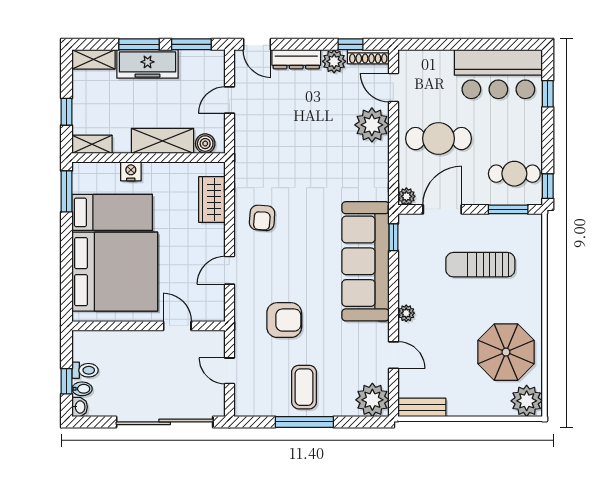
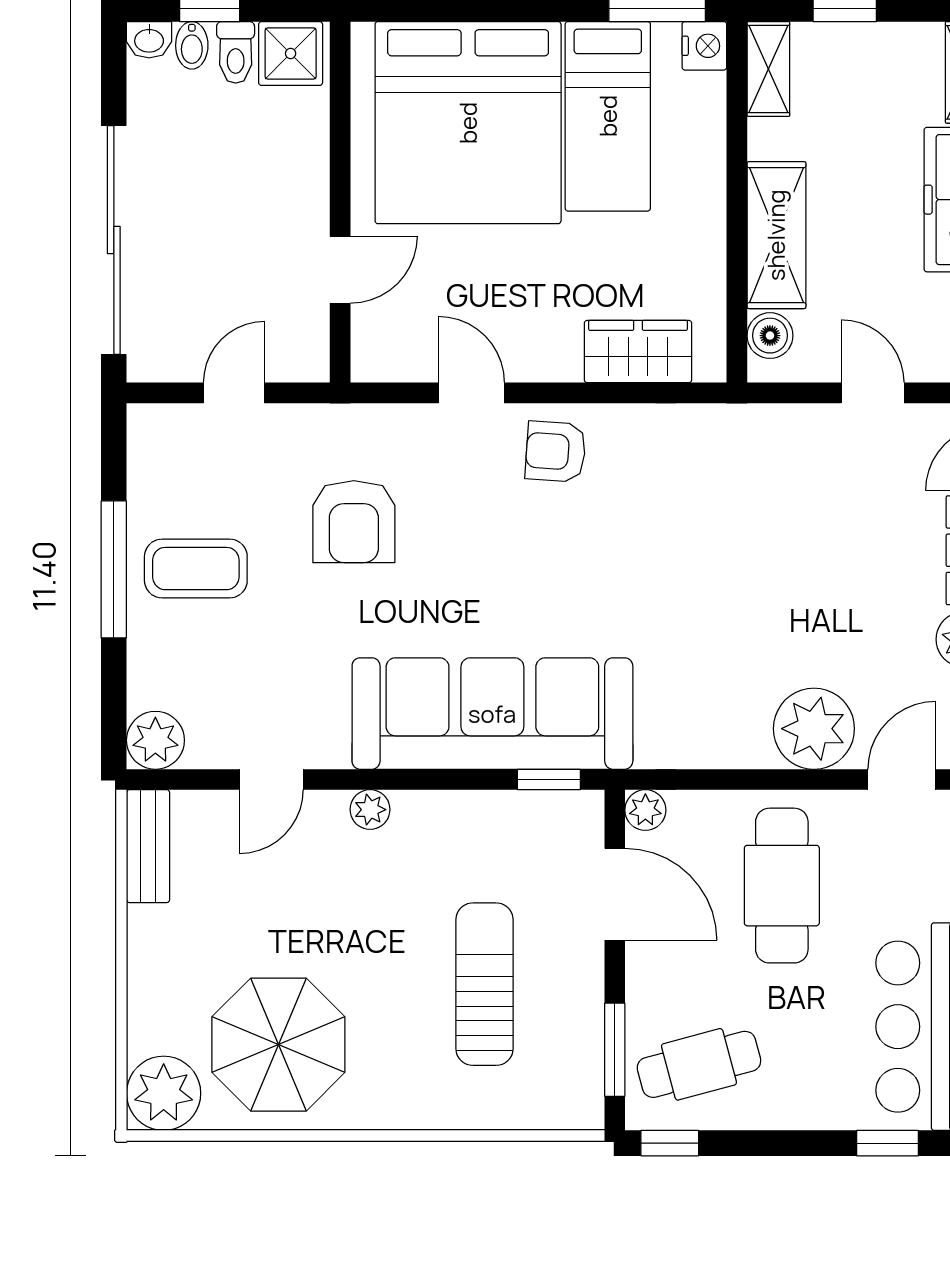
nightstand: (131, 171) -> (704, 46), moved
cafe table: (514, 174) -> (699, 1064), turned 75
armchair: (262, 218) -> (556, 452), moved
shower: (86, 347) -> (291, 53), added
plant: (372, 400) -> (155, 740), width x0.73, depth x0.73

